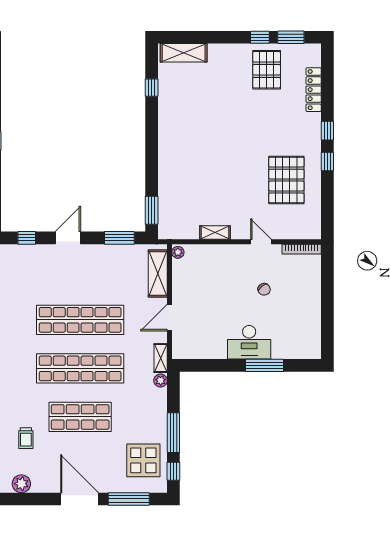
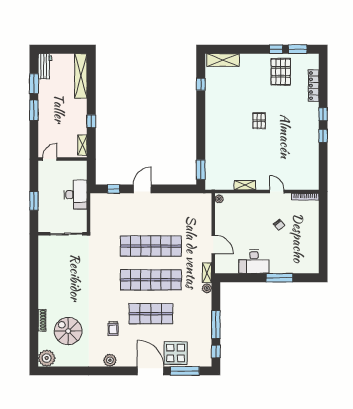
pallet: (286, 180) -> (259, 121), moved, width x0.49, depth x0.50
window: (119, 238) -> (178, 189), removed
shelving: (158, 274) -> (205, 214), removed
door: (170, 318) -> (213, 244), swing flipped
desk: (249, 342) -> (254, 262), moved
display table: (143, 460) -> (176, 353), moved

